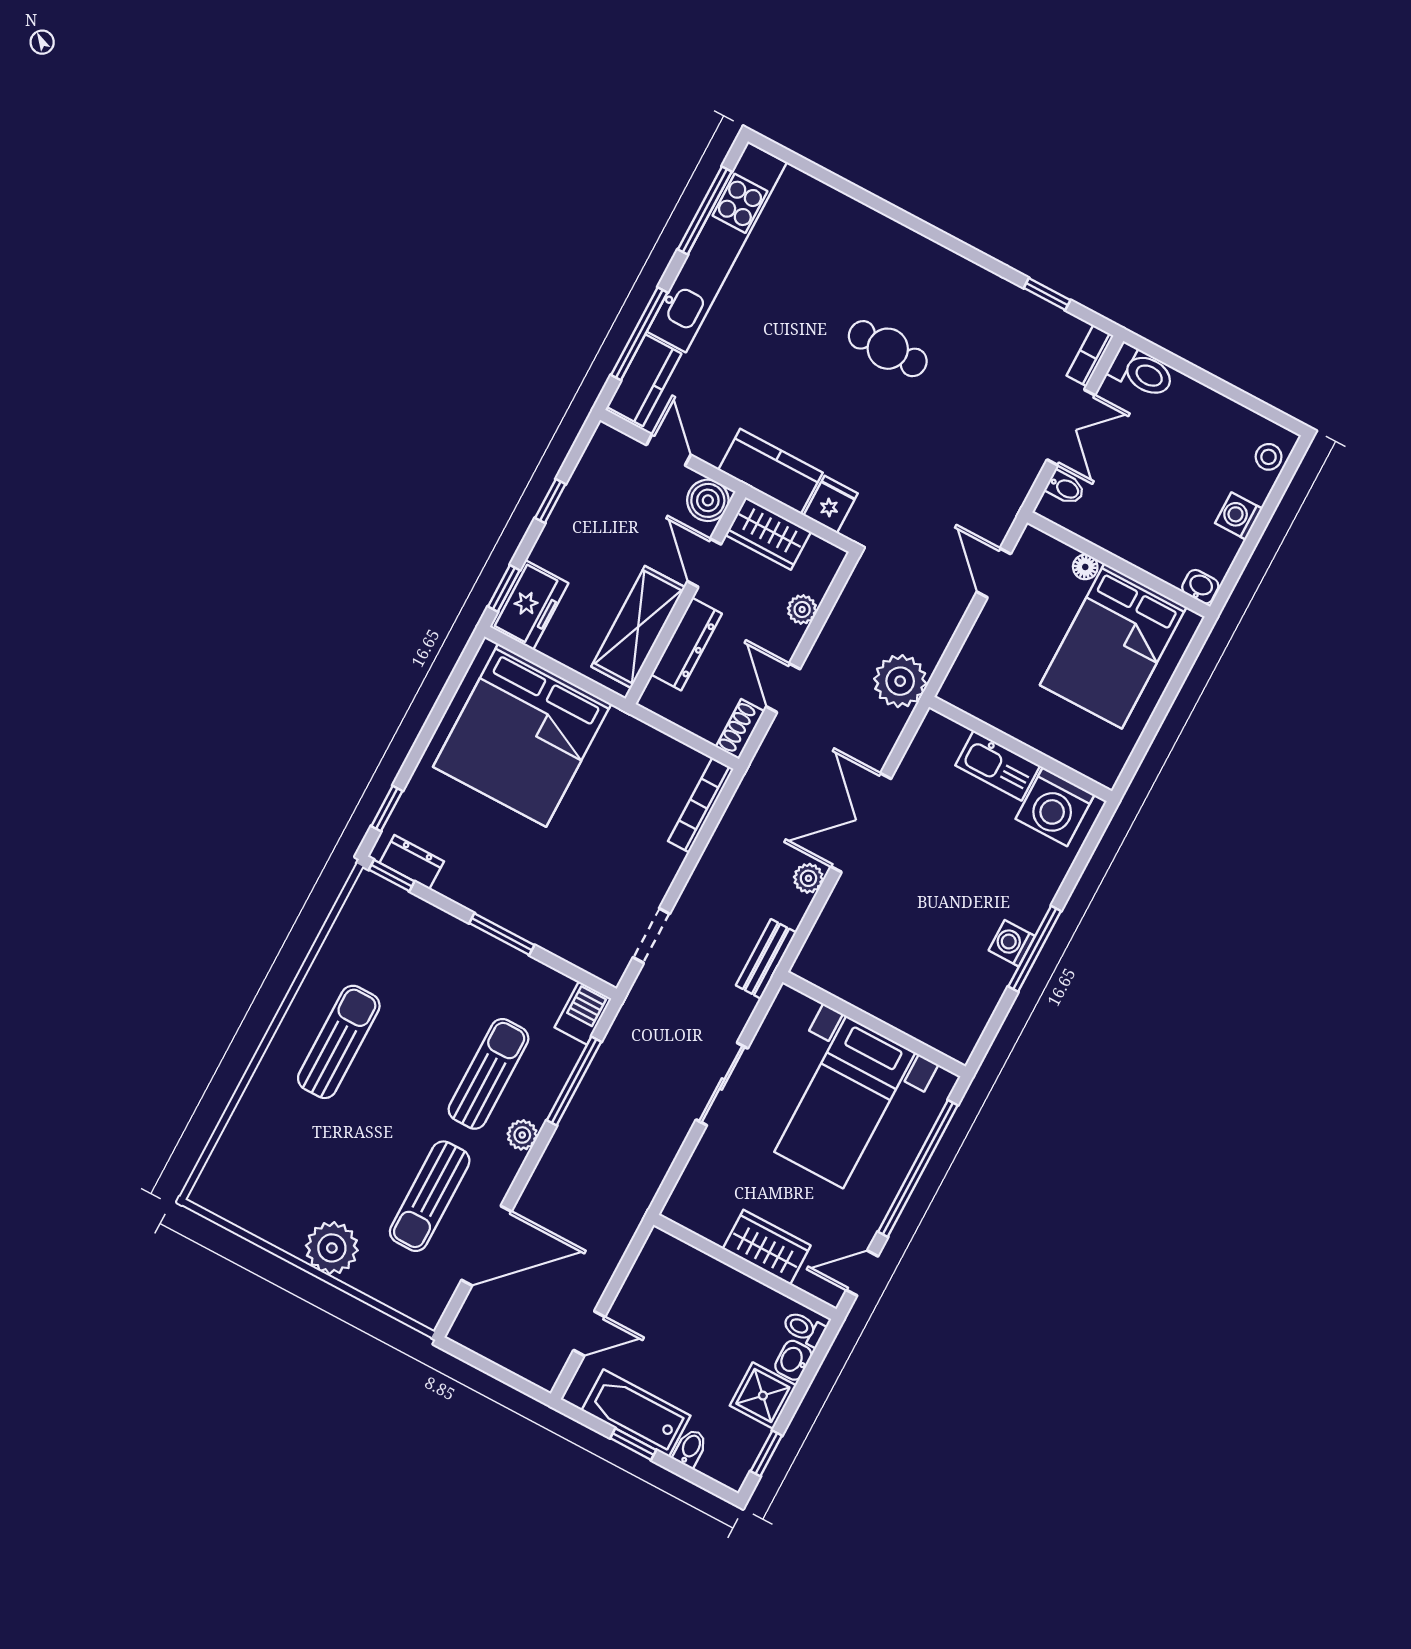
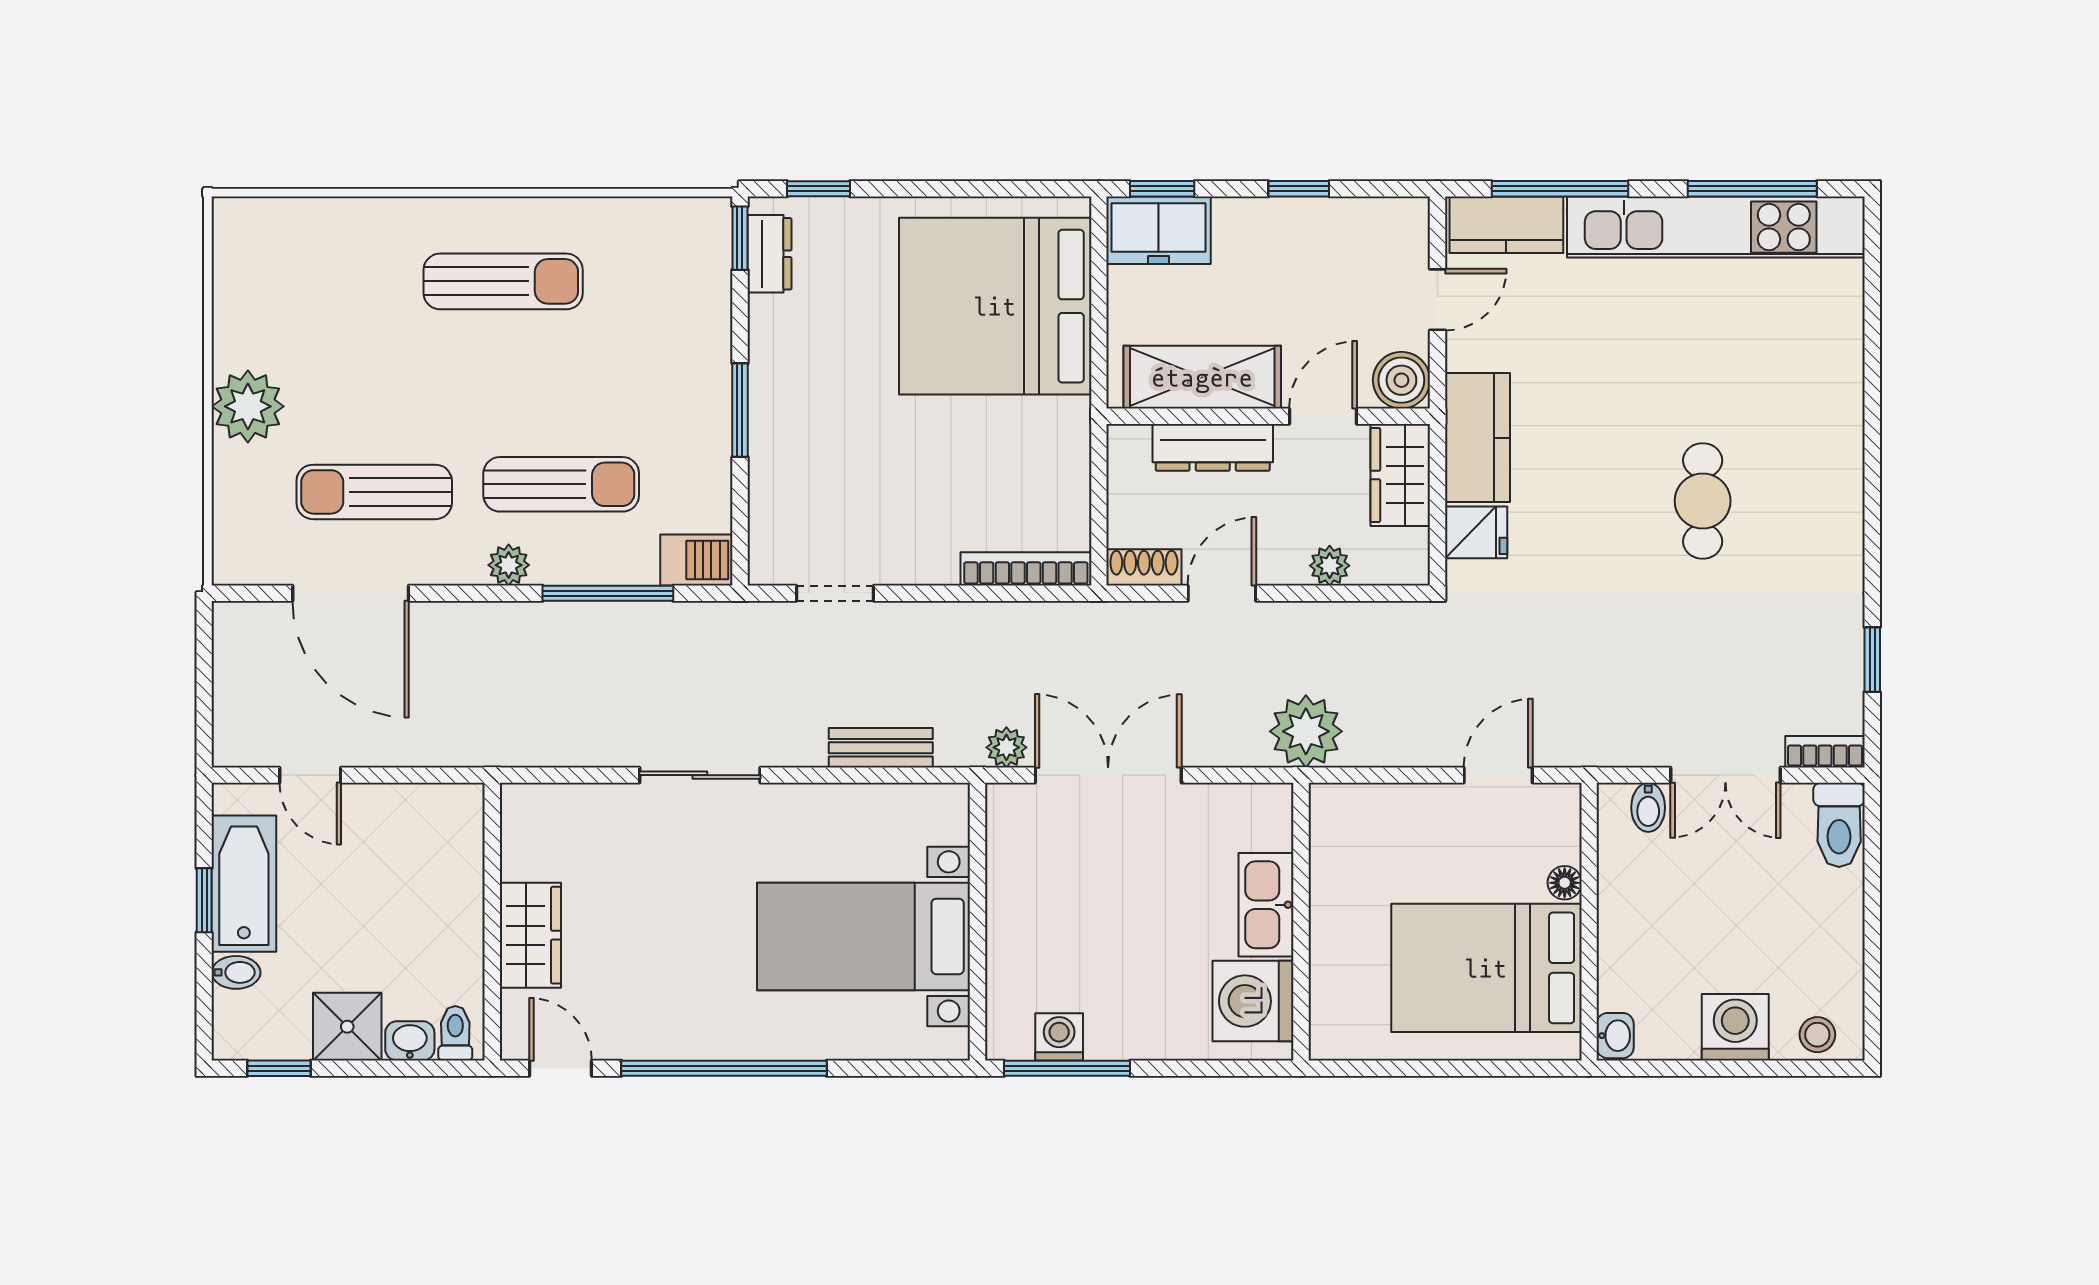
washing machine: (1239, 516) -> (1735, 1027), width x1.38, depth x1.38
wall: (874, 1024) -> (978, 922), moved
bed with nightstands: (845, 1102) -> (864, 936), moved

